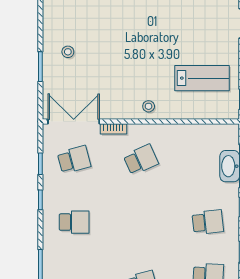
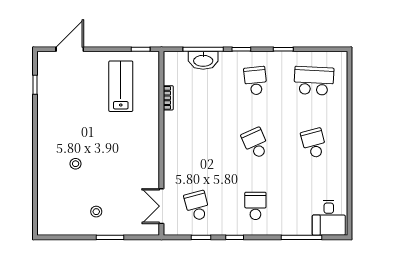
stool: (149, 106) -> (76, 164), moved
double door: (74, 122) -> (161, 206), width x0.73
bookcase: (113, 129) -> (168, 98), moved
school desk: (141, 160) -> (255, 143), moved

